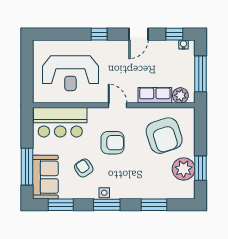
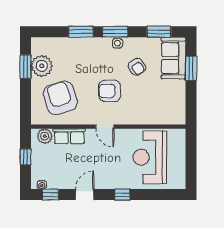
reception desk: (70, 73) -> (150, 157), turned -90
window: (201, 74) -> (26, 157), width x0.46
bar counter: (60, 122) -> (159, 110), removed
window: (27, 167) -> (191, 68), width x0.69
window: (154, 205) -> (81, 32), moved

